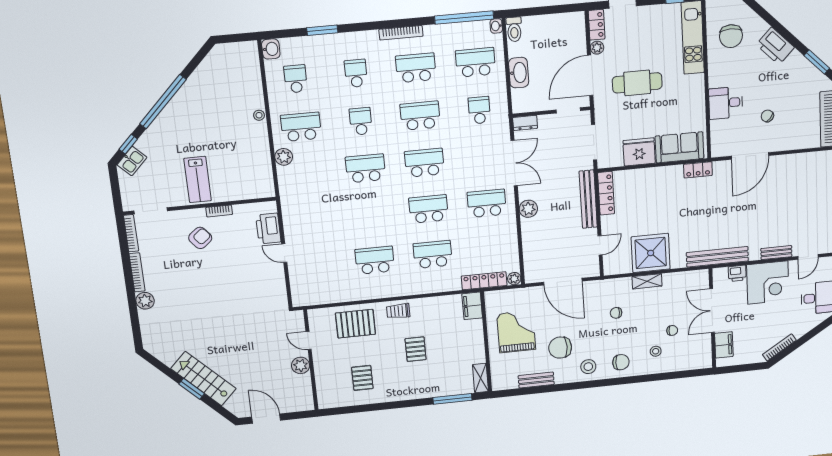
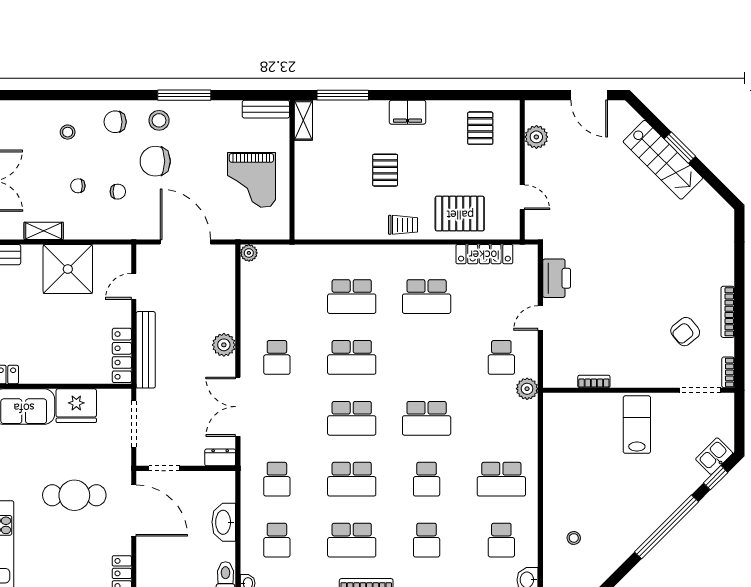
plant: (597, 48) -> (123, 545), removed
school desk: (475, 62) -> (277, 540), width x0.54
door: (590, 75) -> (134, 510), hinge flipped
stool: (259, 115) -> (574, 538), moved
plant: (284, 157) -> (527, 389), moved
school desk: (487, 203) -> (277, 357), width x0.54
bookcase: (219, 211) -> (594, 381), moved
school desk: (311, 220) -> (501, 357), added
printer: (268, 228) -> (557, 278), moved
bookcase: (131, 233) -> (728, 372), width x0.64
armchair: (200, 238) -> (685, 332), moved
door: (284, 253) -> (540, 318), swing flipped
locker: (484, 281) -> (484, 254), moved
shelving: (647, 281) -> (44, 231), moved
plant: (145, 301) -> (723, 273), removed
filing cabinet: (472, 306) -> (408, 112), moved, turned 90
chair: (672, 330) -> (78, 186), moved
chair: (560, 348) -> (155, 161), moved, turned 180
plant: (301, 365) -> (536, 137), moved
pallet: (362, 378) -> (480, 128), moved
bench: (536, 380) -> (266, 109), moved
window: (571, 386) -> (184, 95), added

